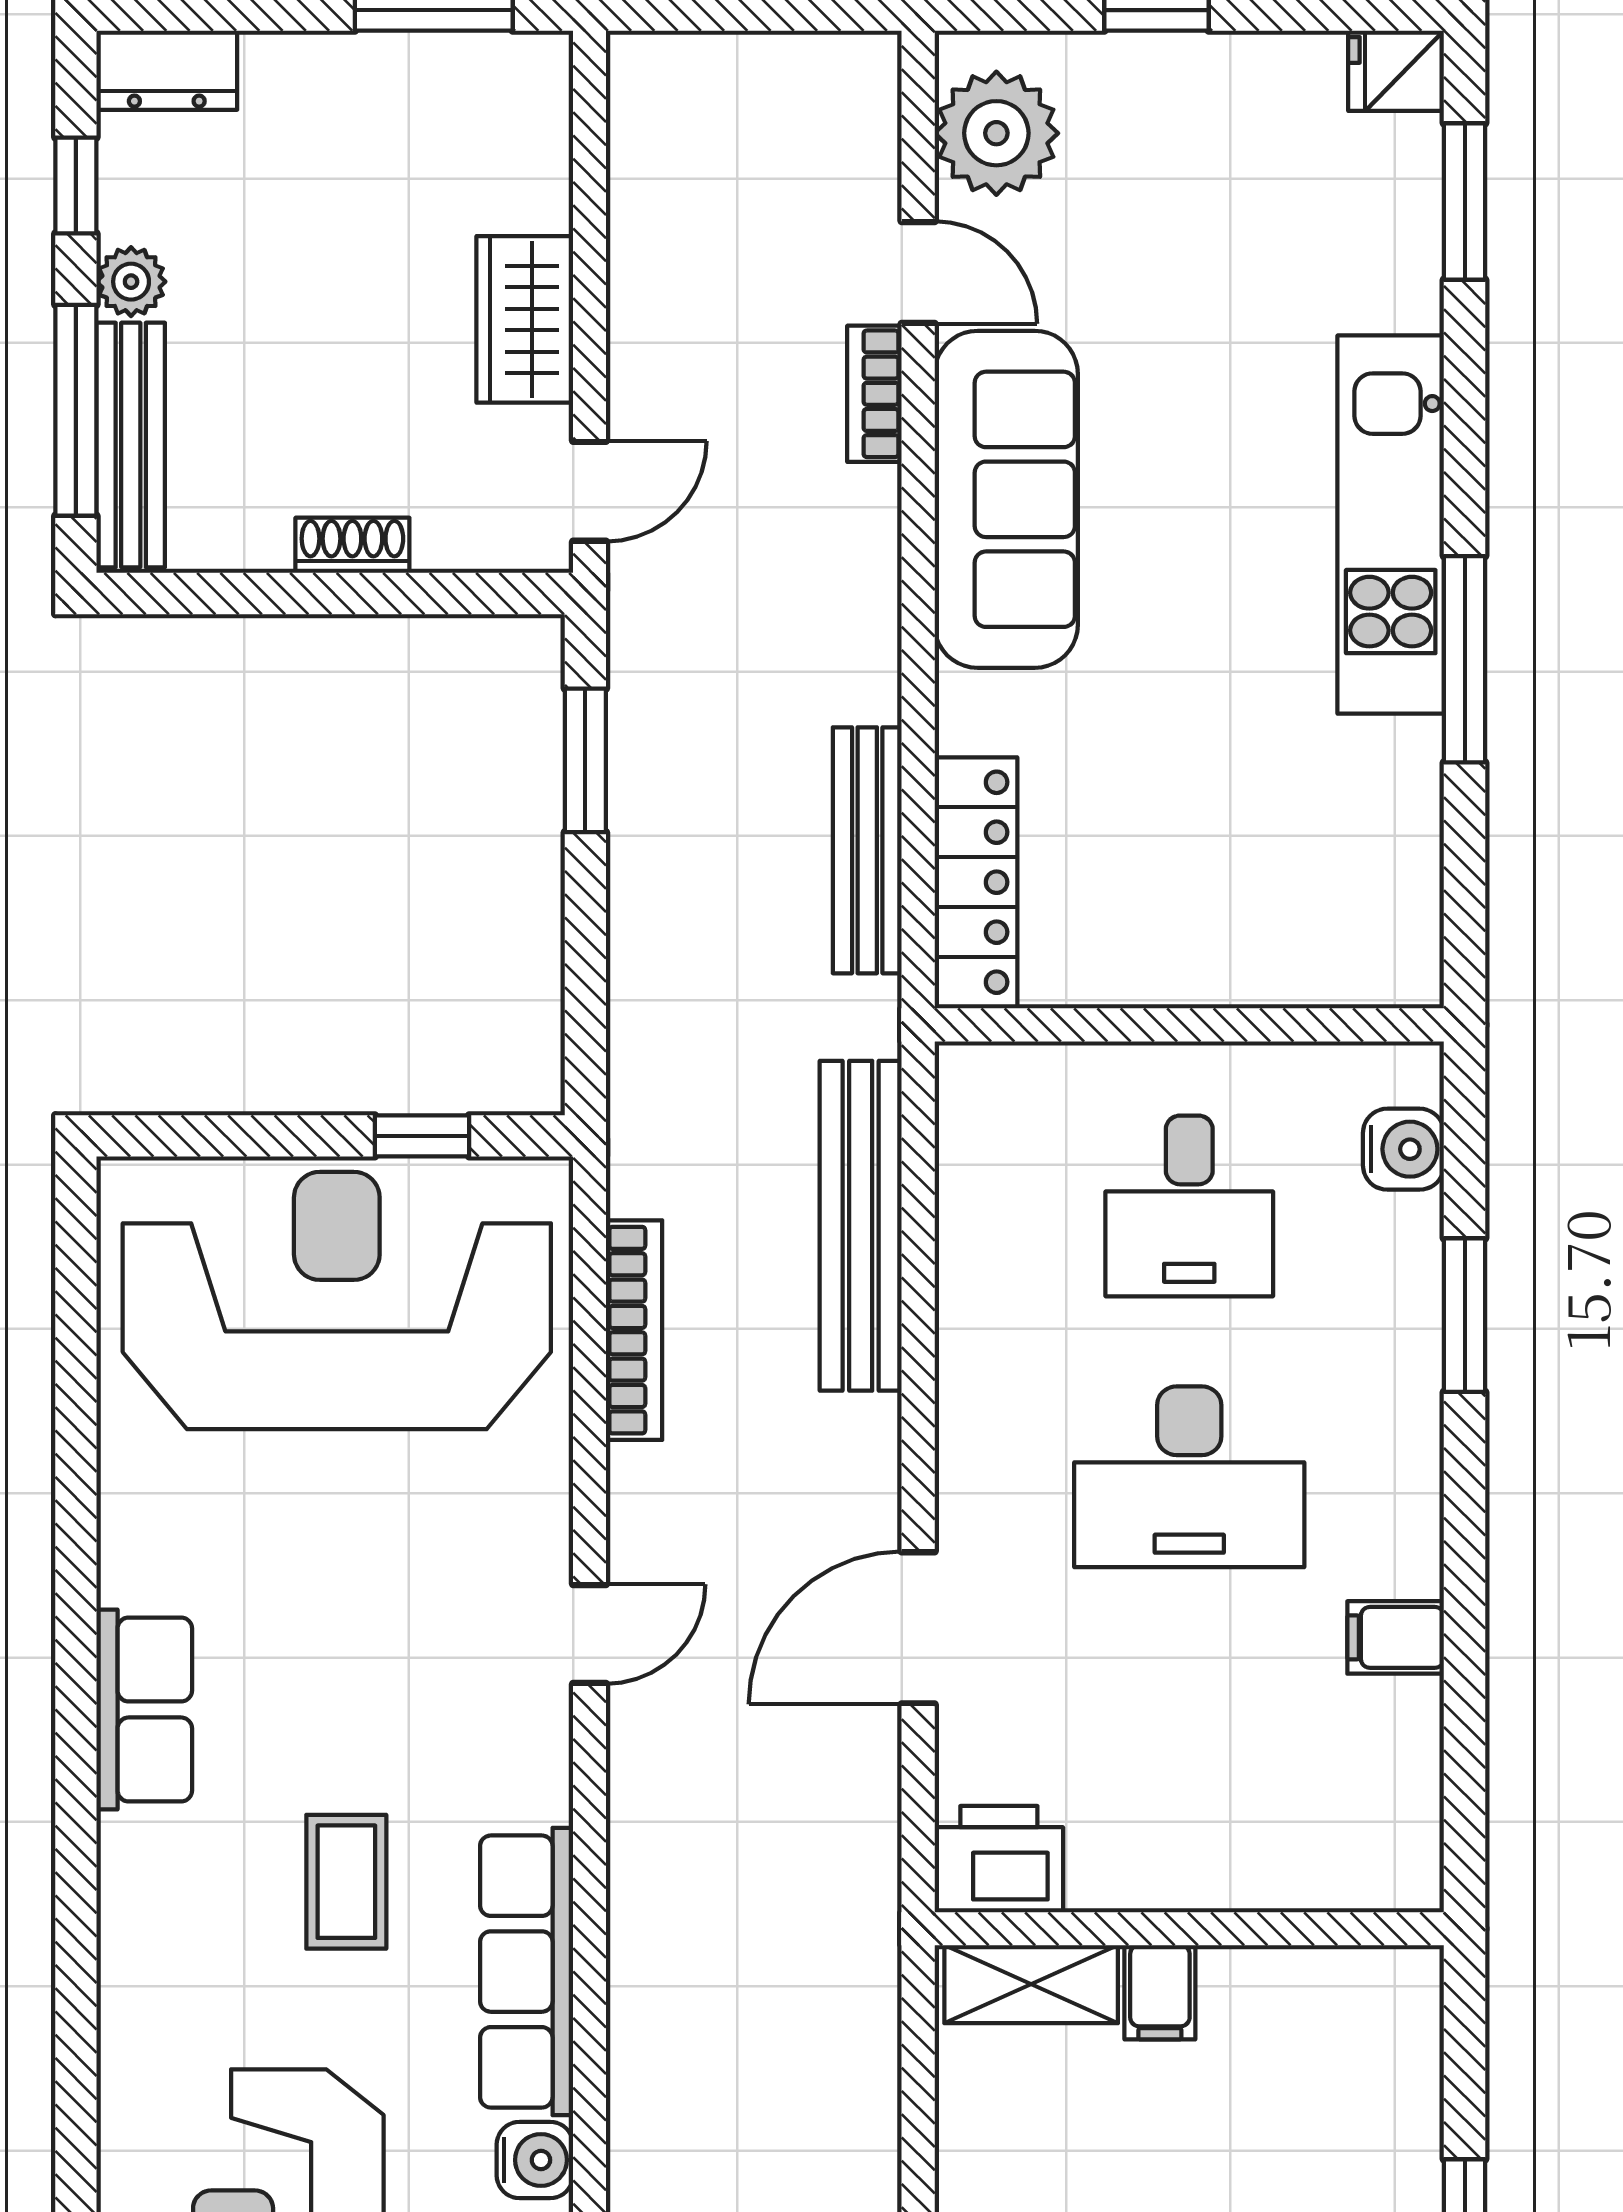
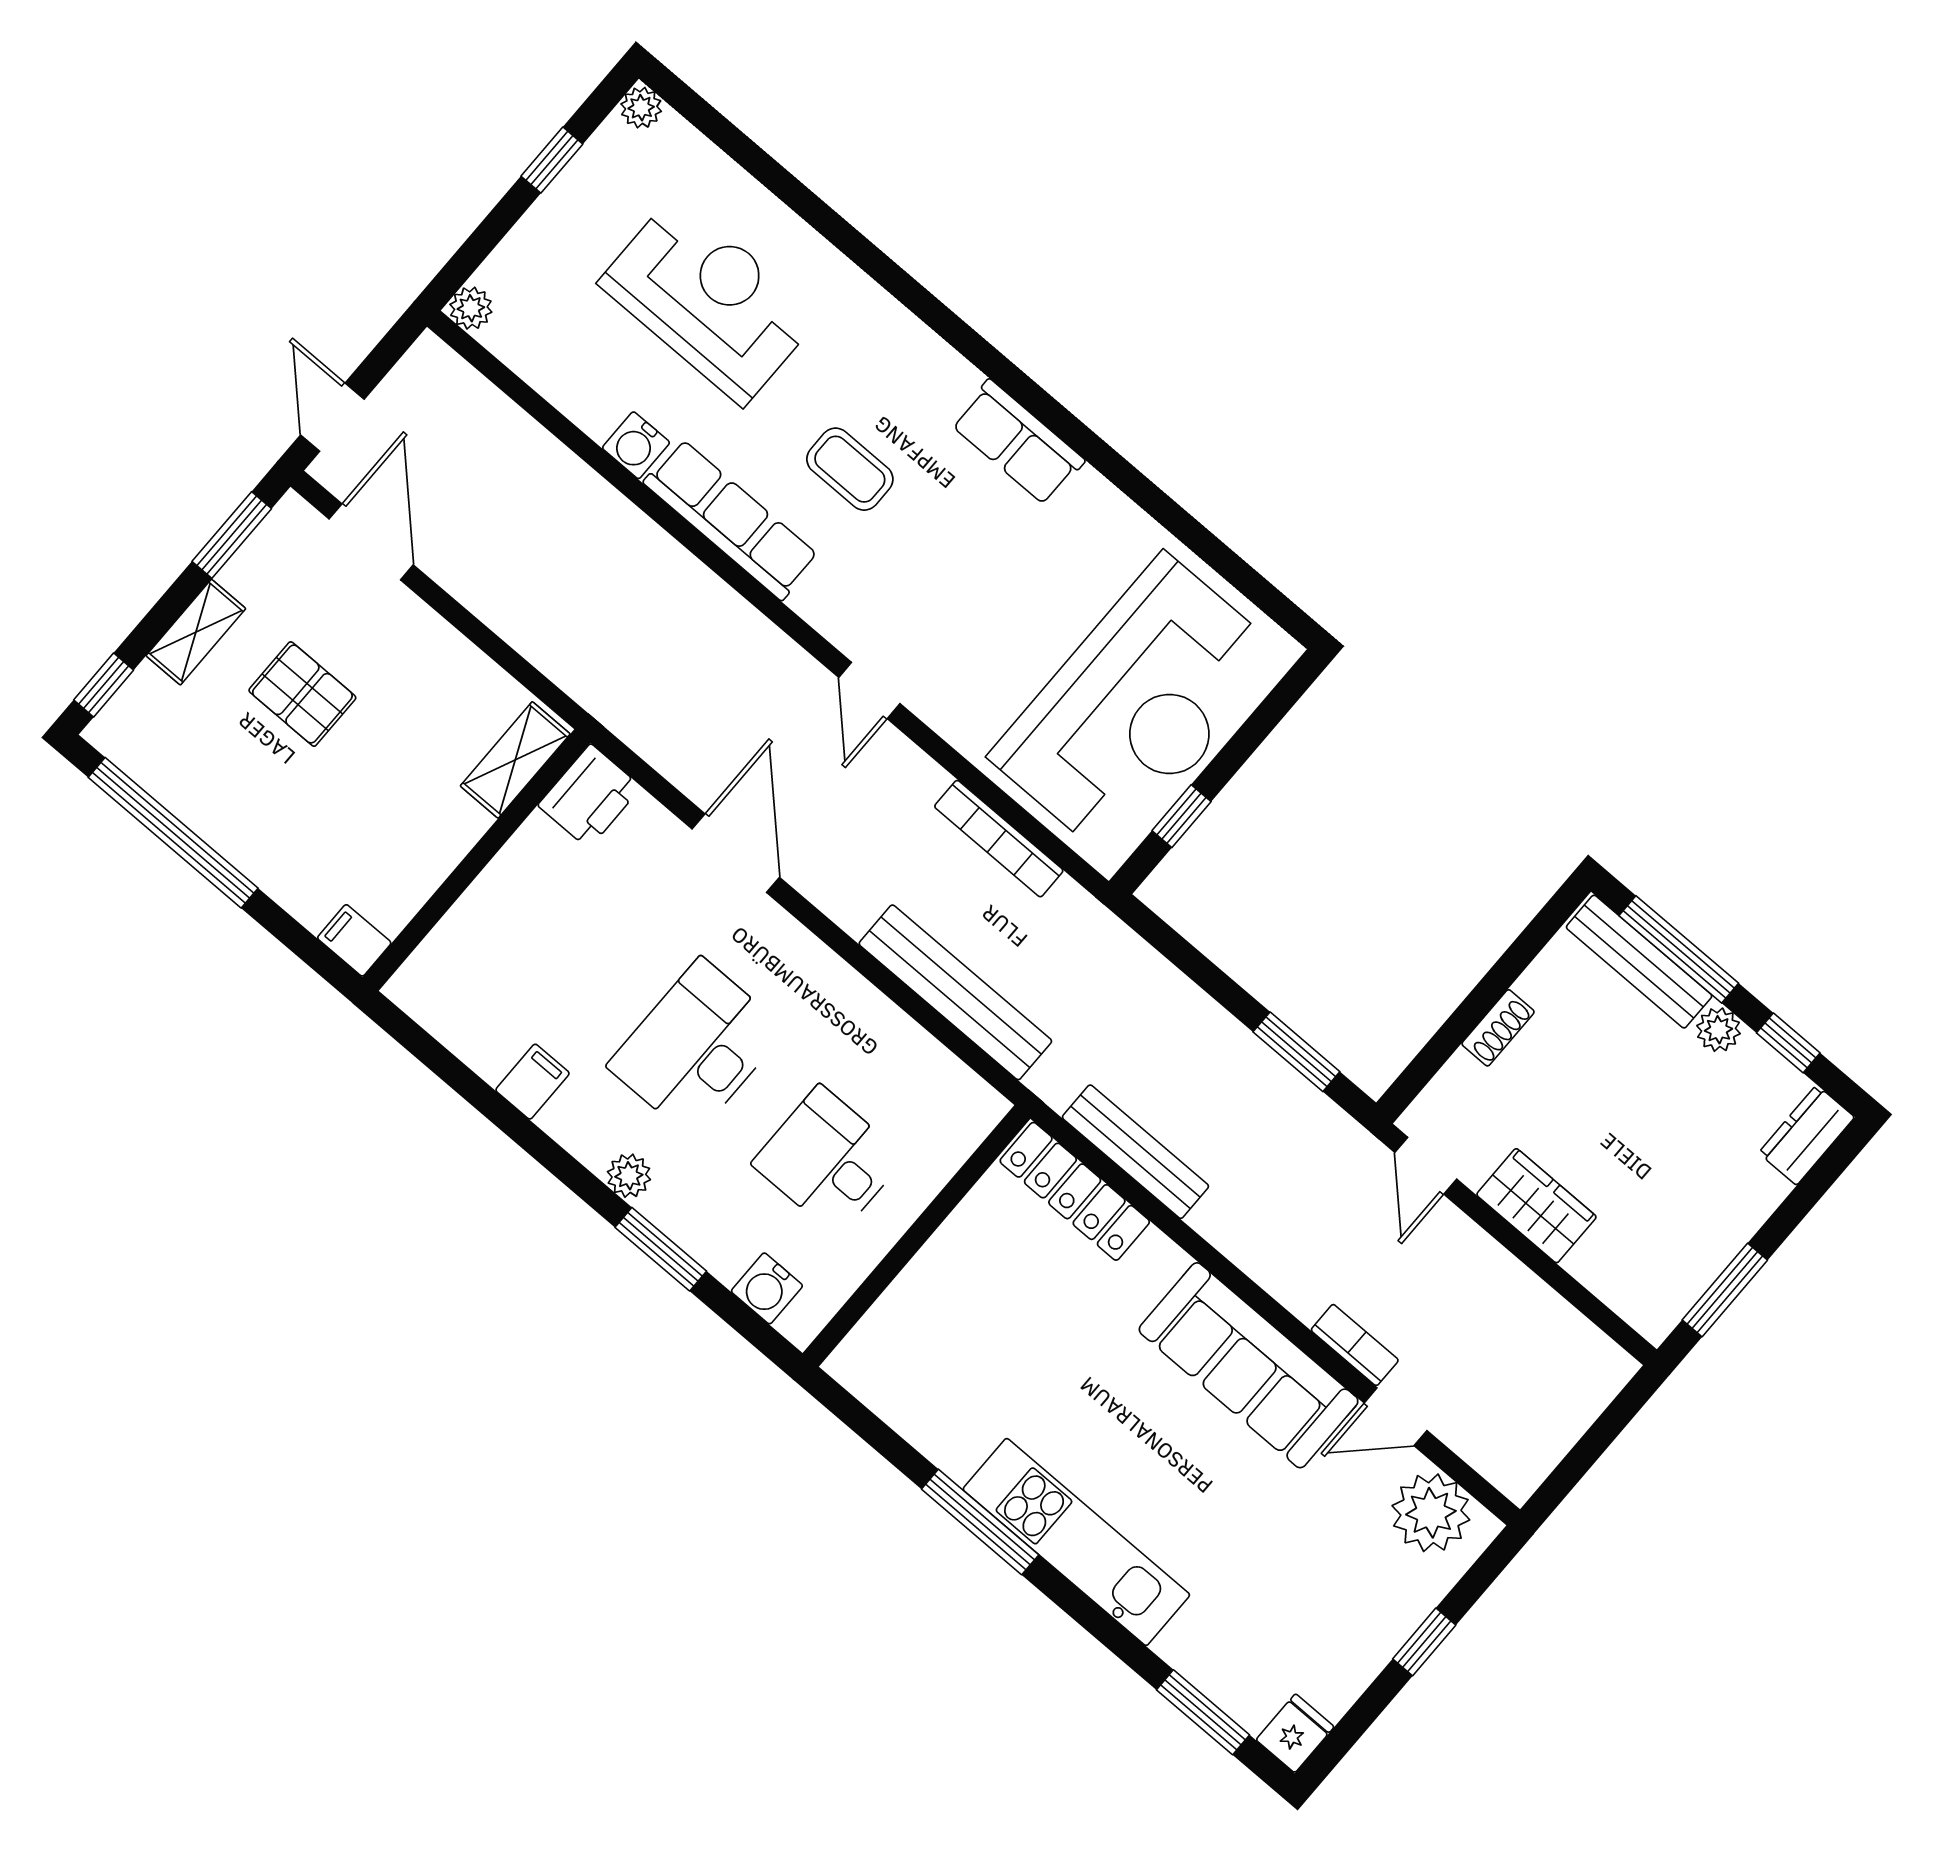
plant: (1410, 1427) -> (629, 1176), added
filing cabinet: (1160, 1992) -> (354, 940), moved

